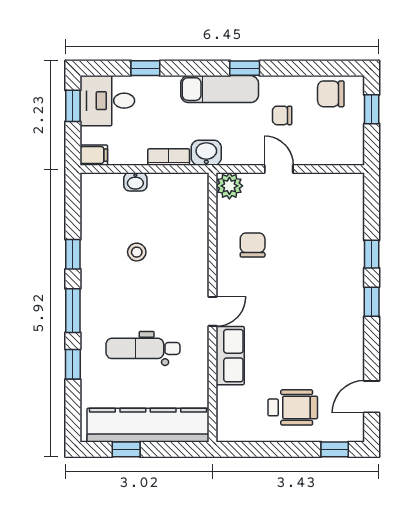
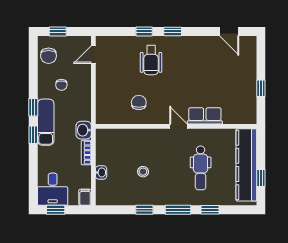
window: (145, 68) -> (33, 135), moved
door: (279, 169) -> (93, 55), moved
plant: (229, 186) -> (103, 116), removed
chair: (253, 245) -> (139, 102), turned 90
wheelchair: (293, 407) -> (151, 60), moved, turned 180
window: (335, 449) -> (261, 88), moved

